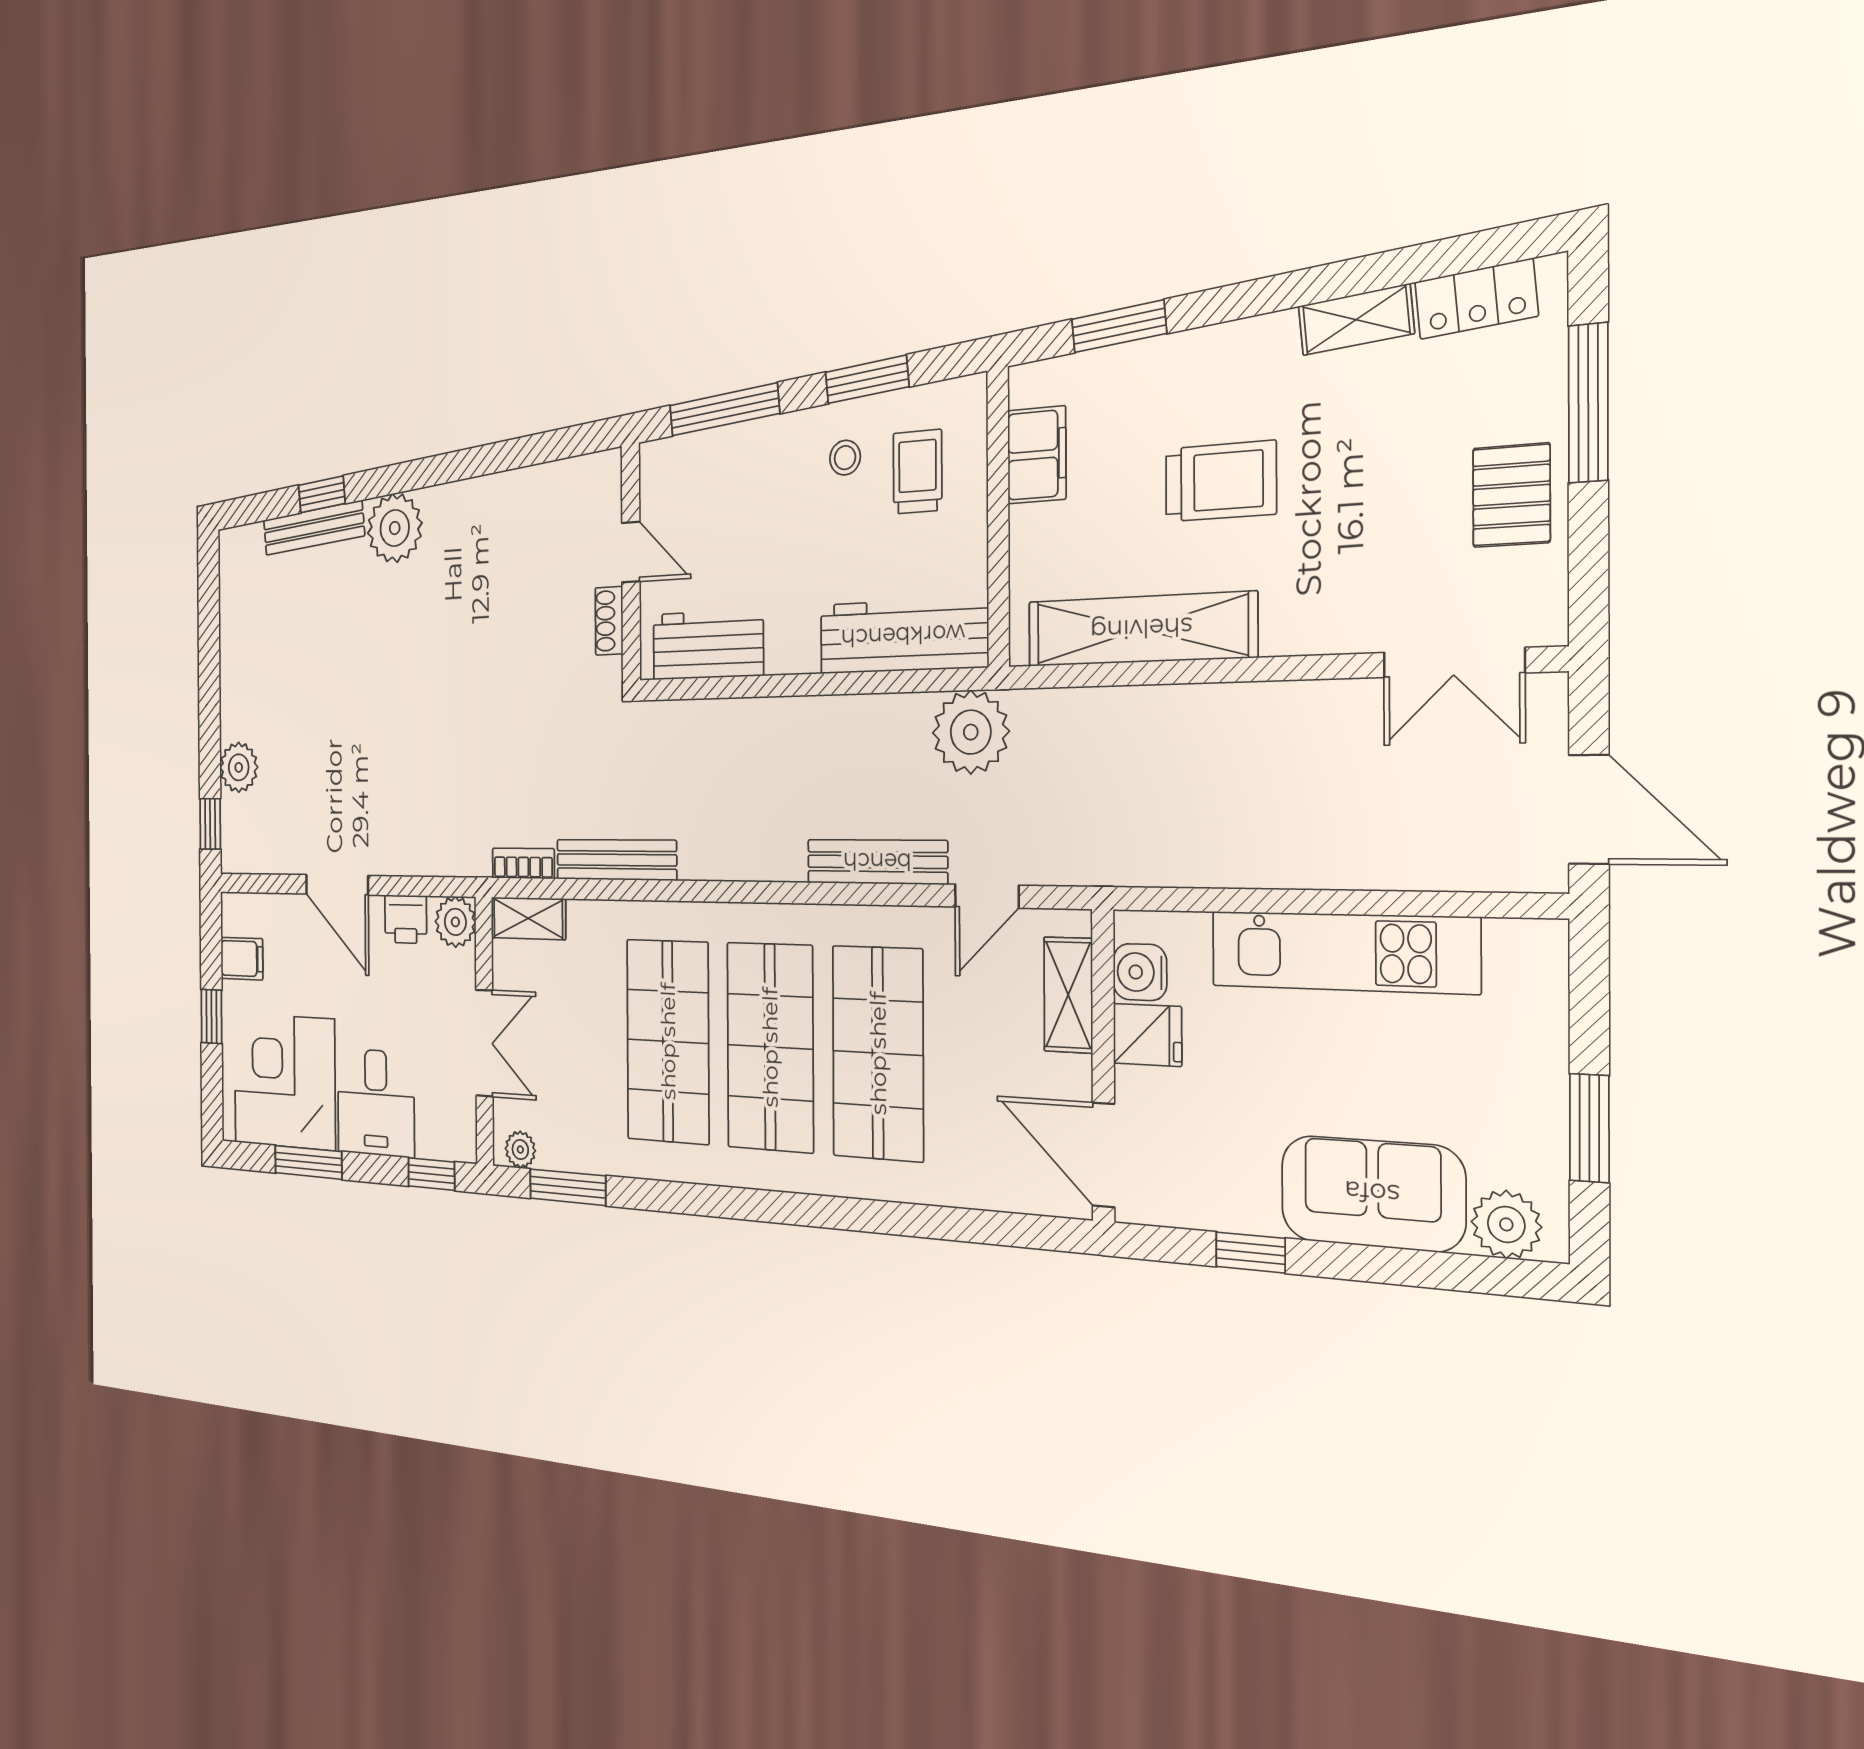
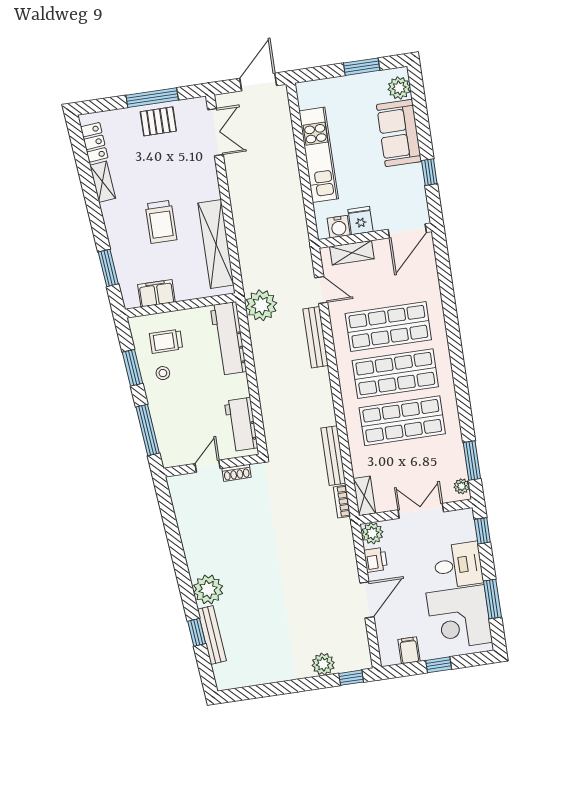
window: (1588, 403) -> (152, 98), moved
trolley: (1221, 481) -> (161, 222), turned 180

